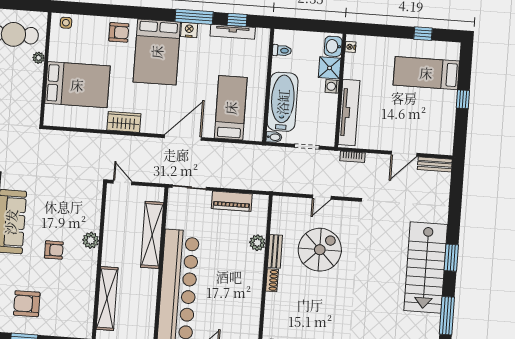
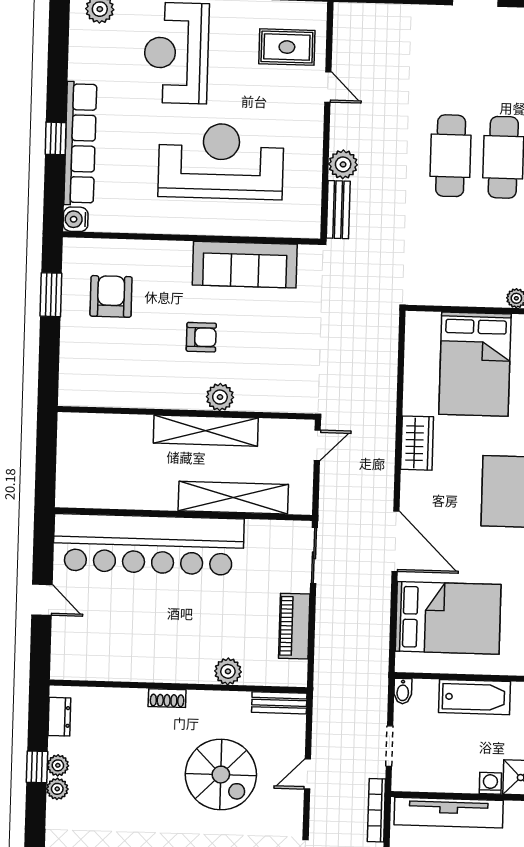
bathtub: (283, 102) -> (474, 697), width x0.73, depth x0.73
bed: (231, 108) -> (448, 618), width x1.50
bookcase: (352, 157) -> (376, 810), width x1.56
door: (322, 197) -> (307, 774), hinge flipped
armchair: (54, 250) -> (201, 337), turned -90
bench: (275, 251) -> (279, 703), moved
shelving: (107, 299) -> (206, 431), moved

